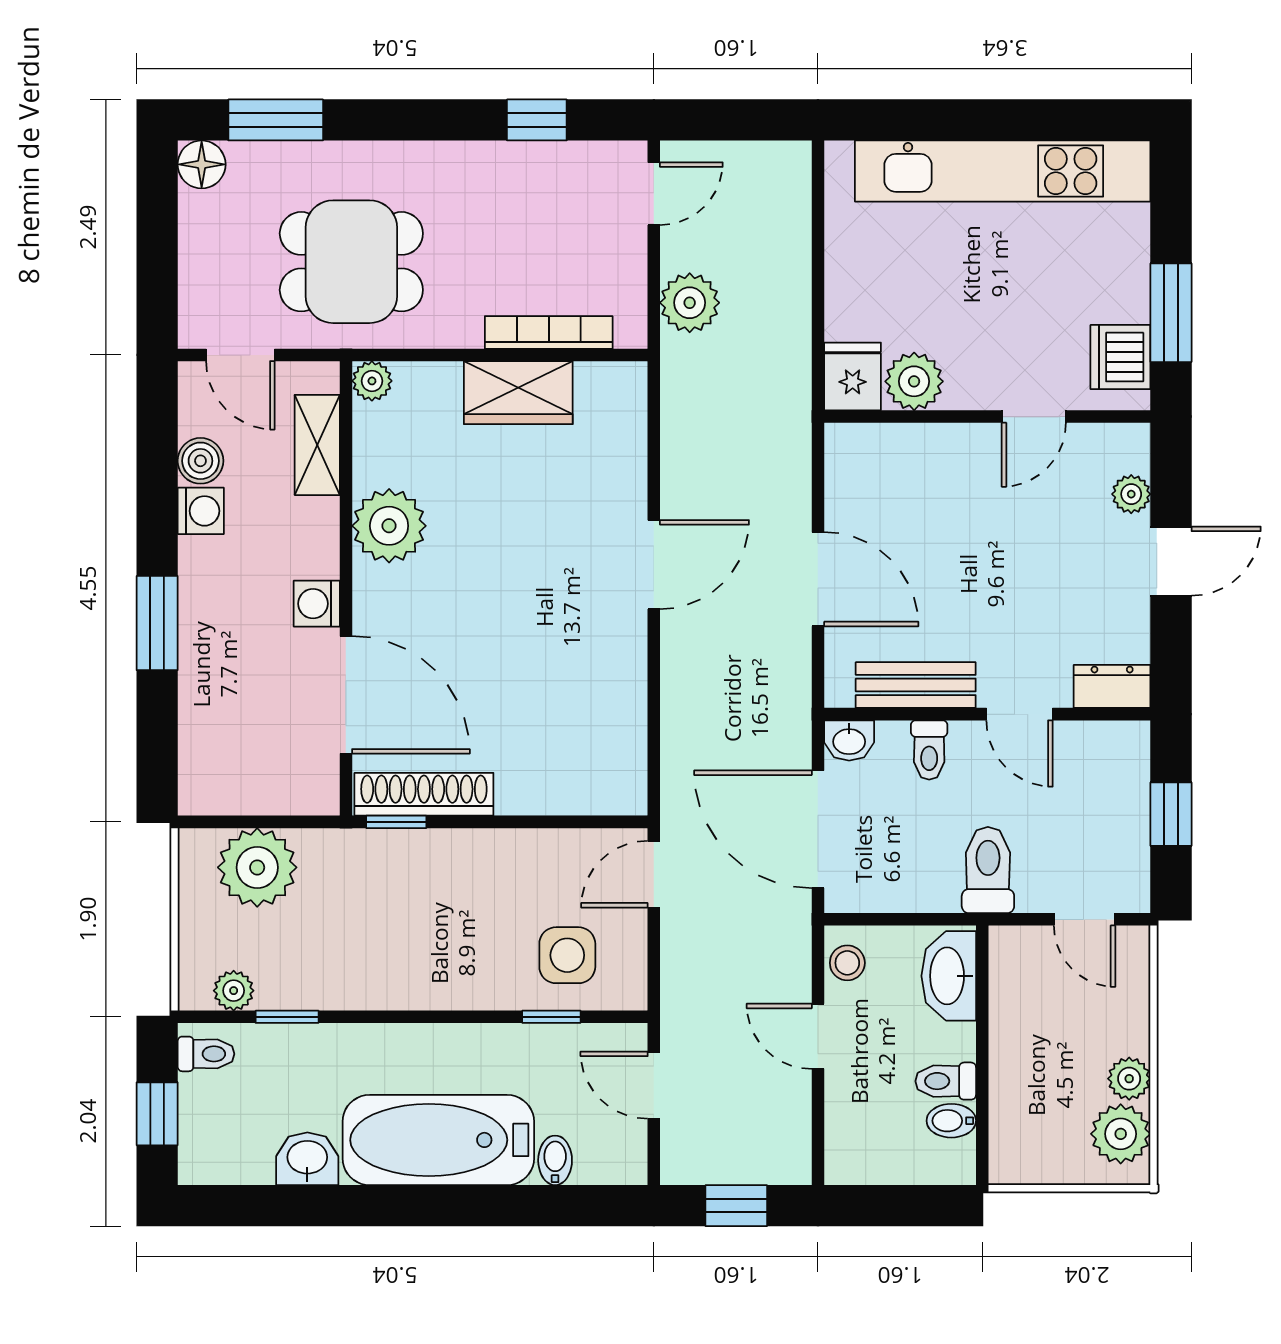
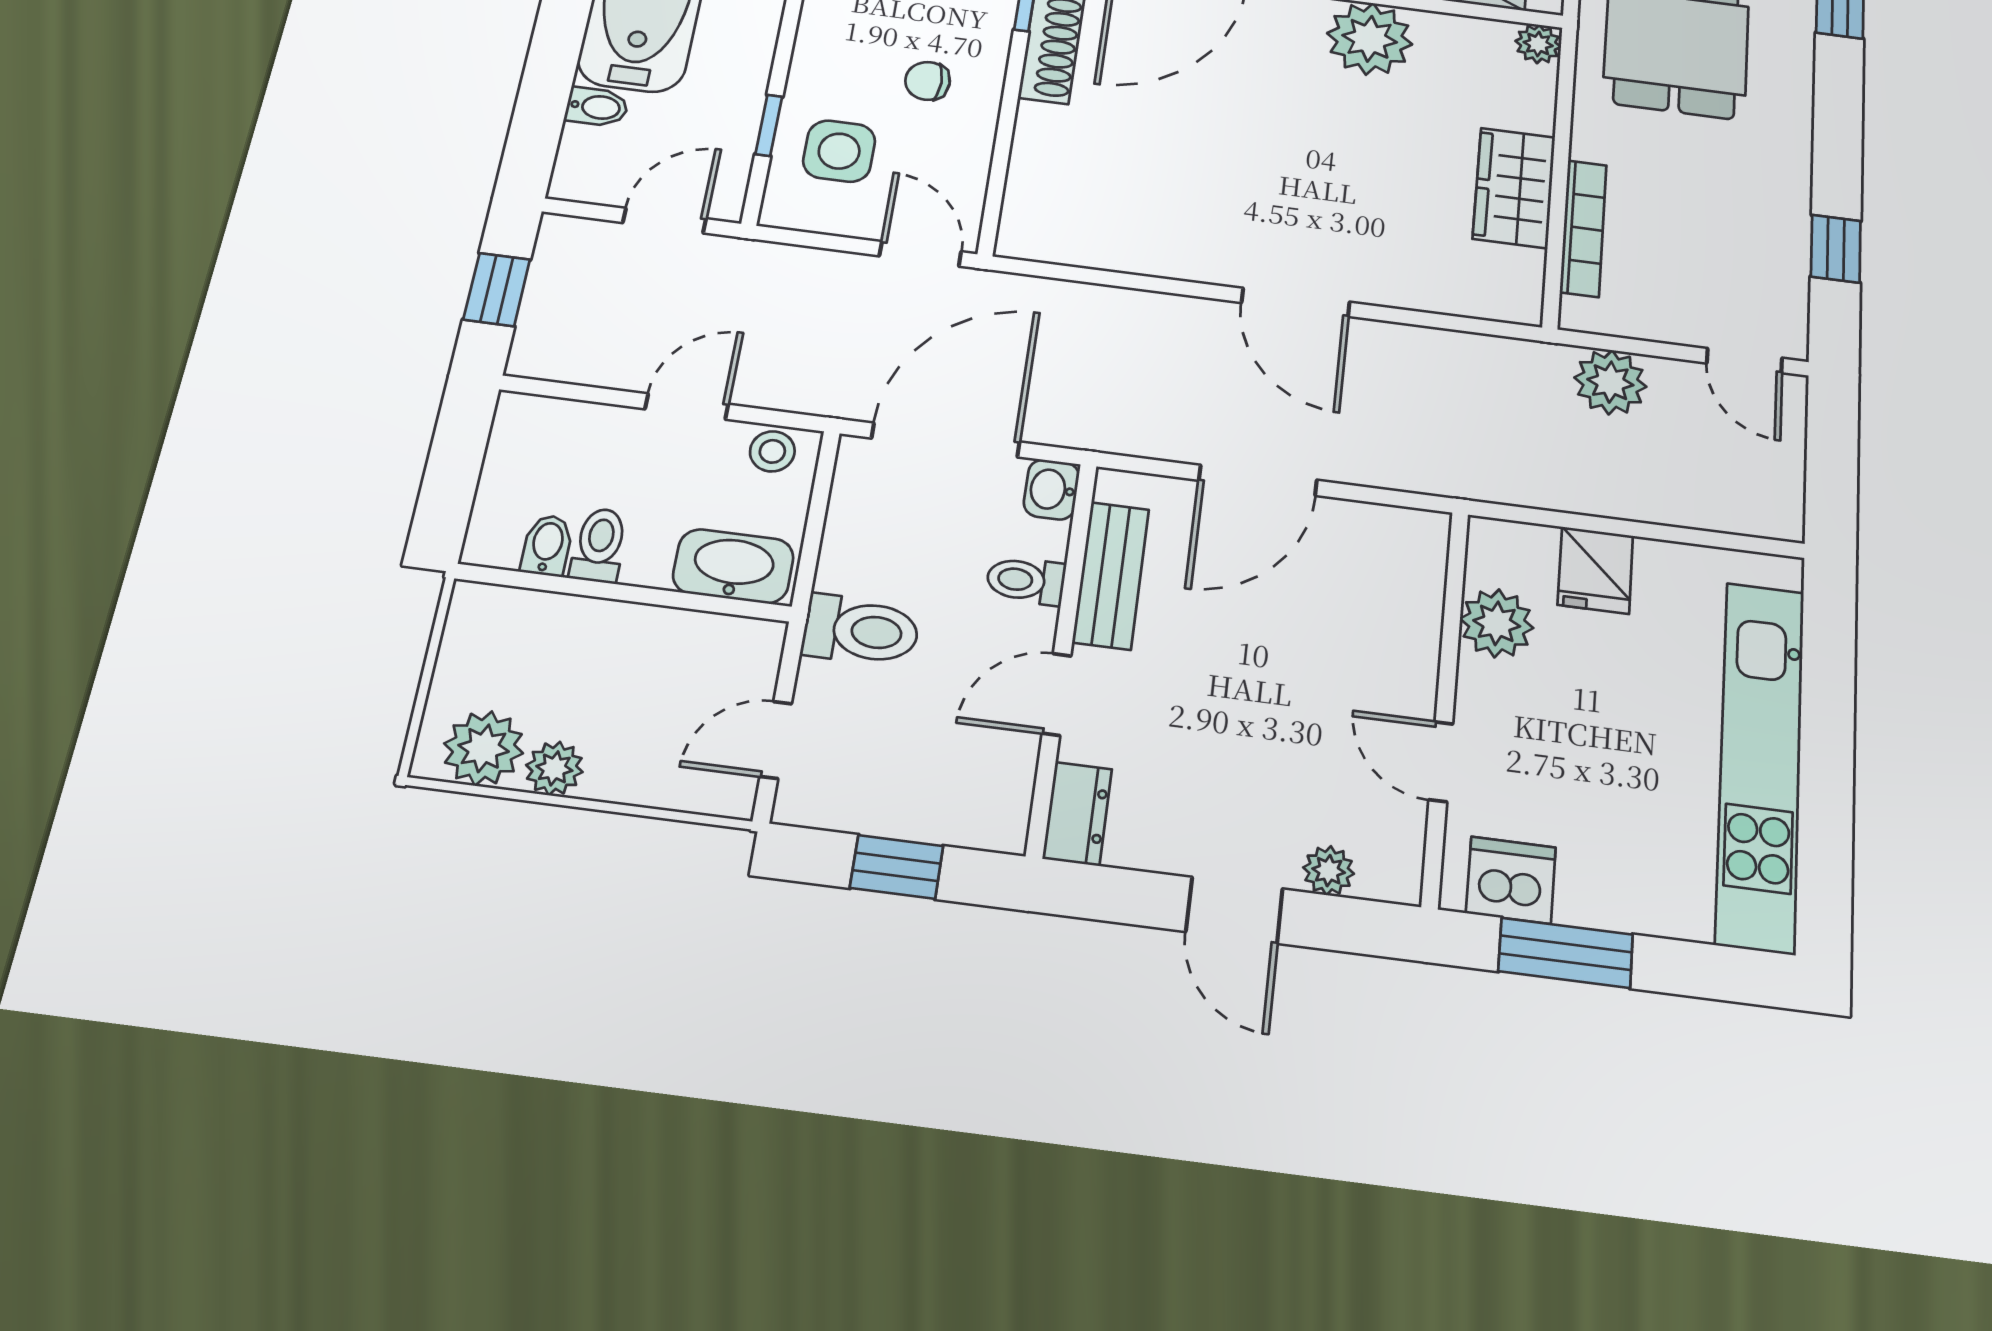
fridge: (853, 376) -> (1595, 570), moved, turned 90
chair: (488, 893) -> (928, 81), added

